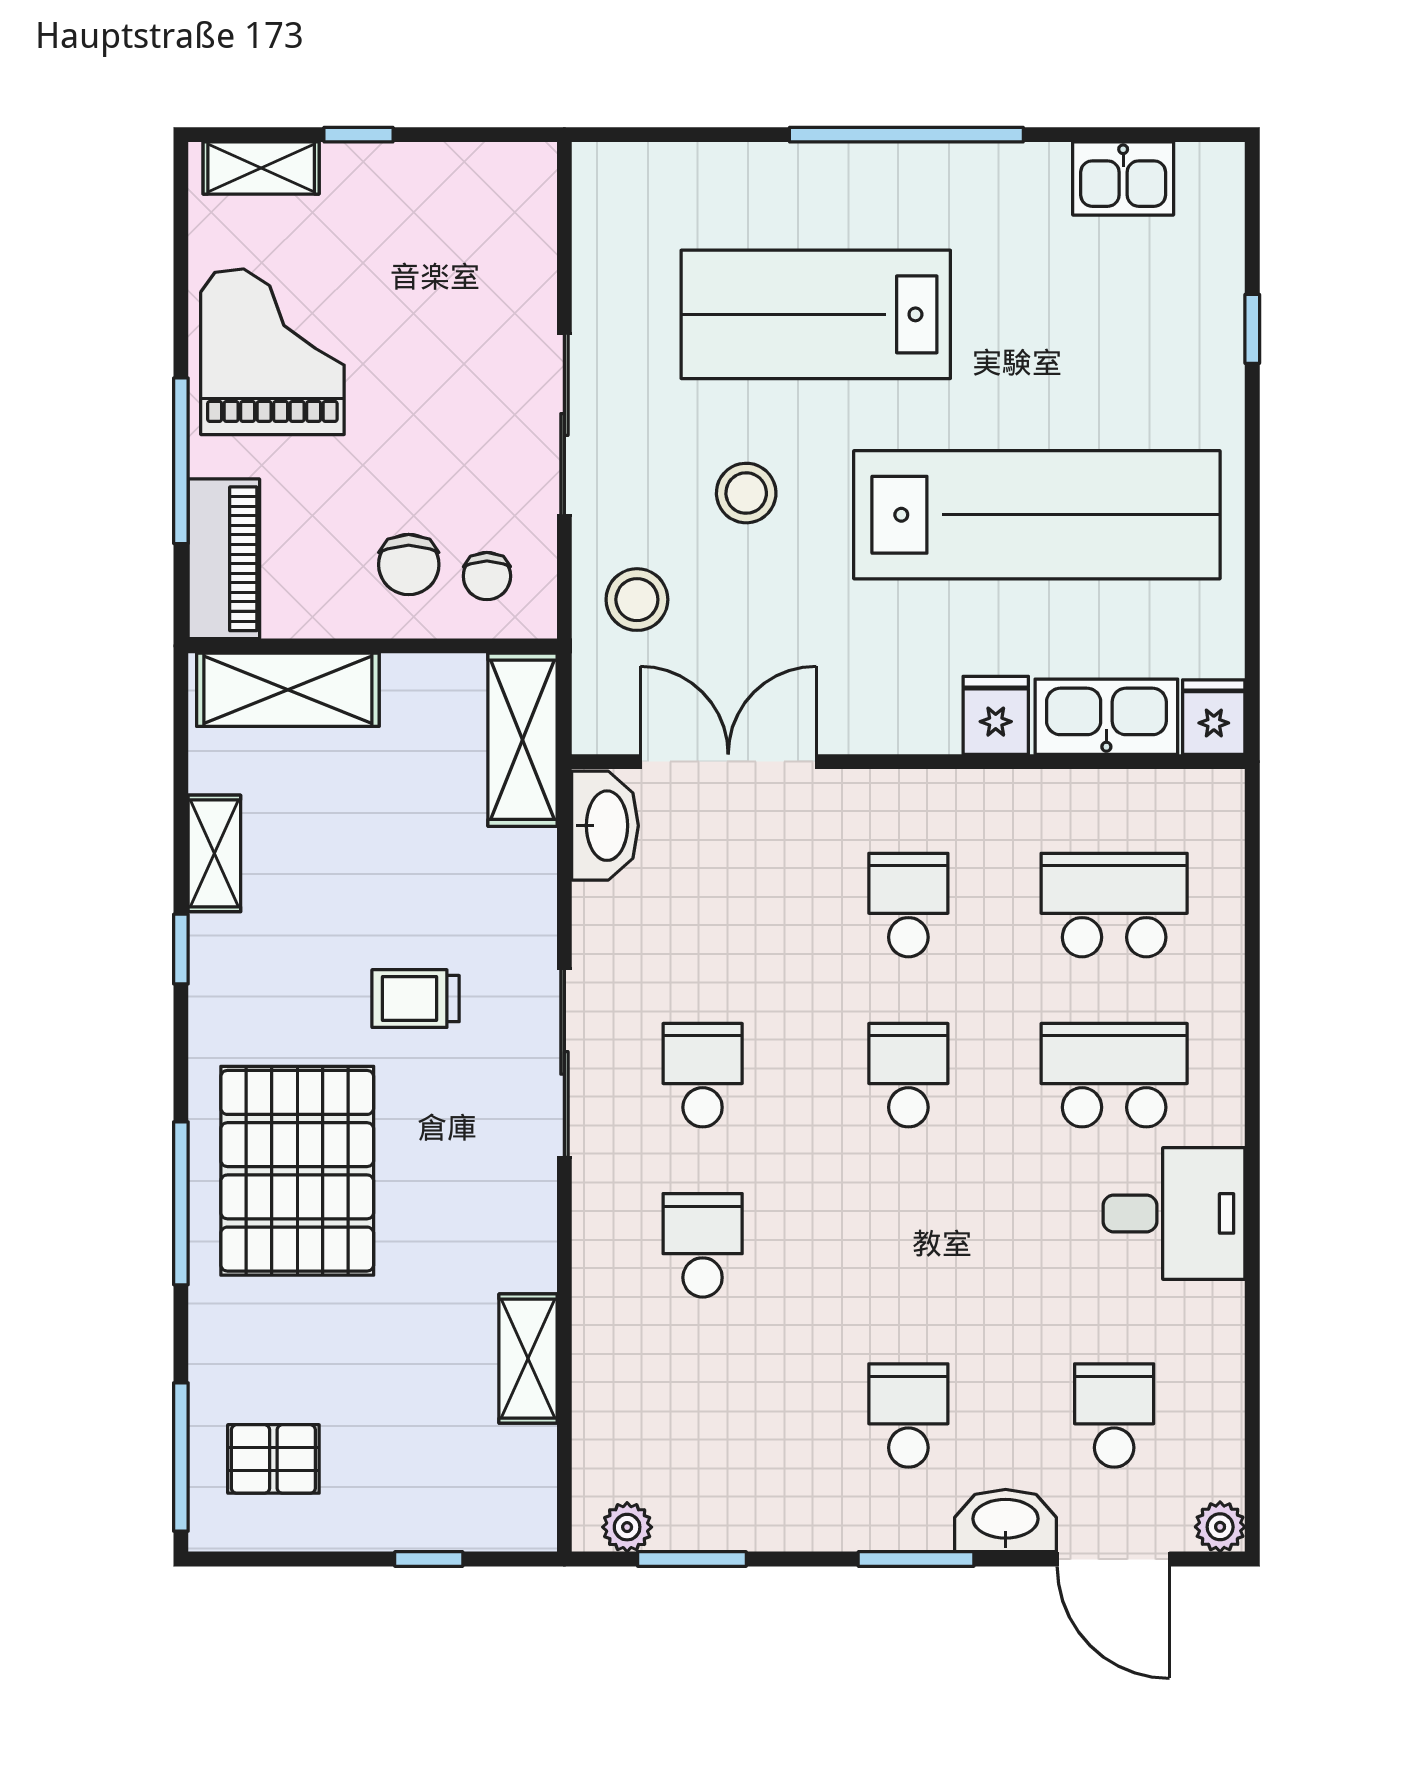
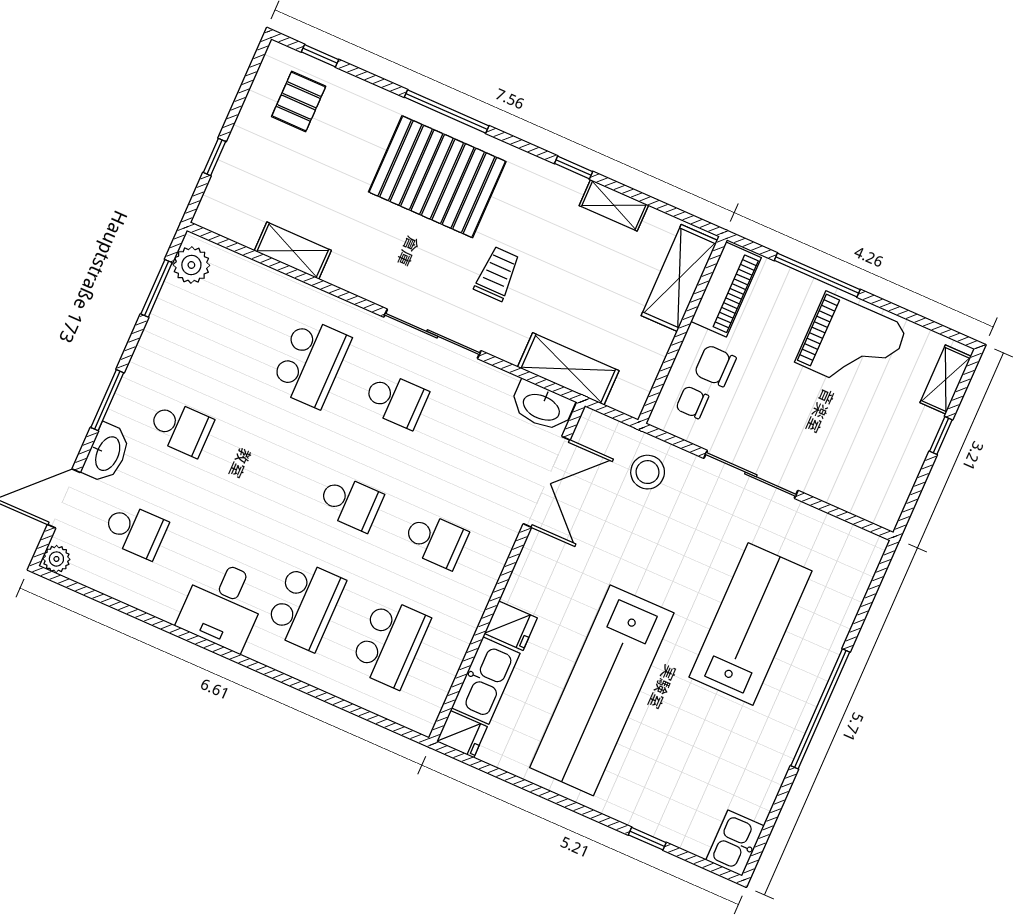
kitchen sink: (1123, 178) -> (735, 843), moved
stool: (746, 493) -> (677, 550), removed
piano: (224, 559) -> (726, 289), moved, turned -90
shelving: (523, 740) -> (568, 369), moved
school desk: (703, 1245) -> (311, 363), width x1.85
window: (181, 1457) -> (320, 56), width x0.46
plant: (627, 1527) -> (191, 265), width x1.38, depth x1.38

